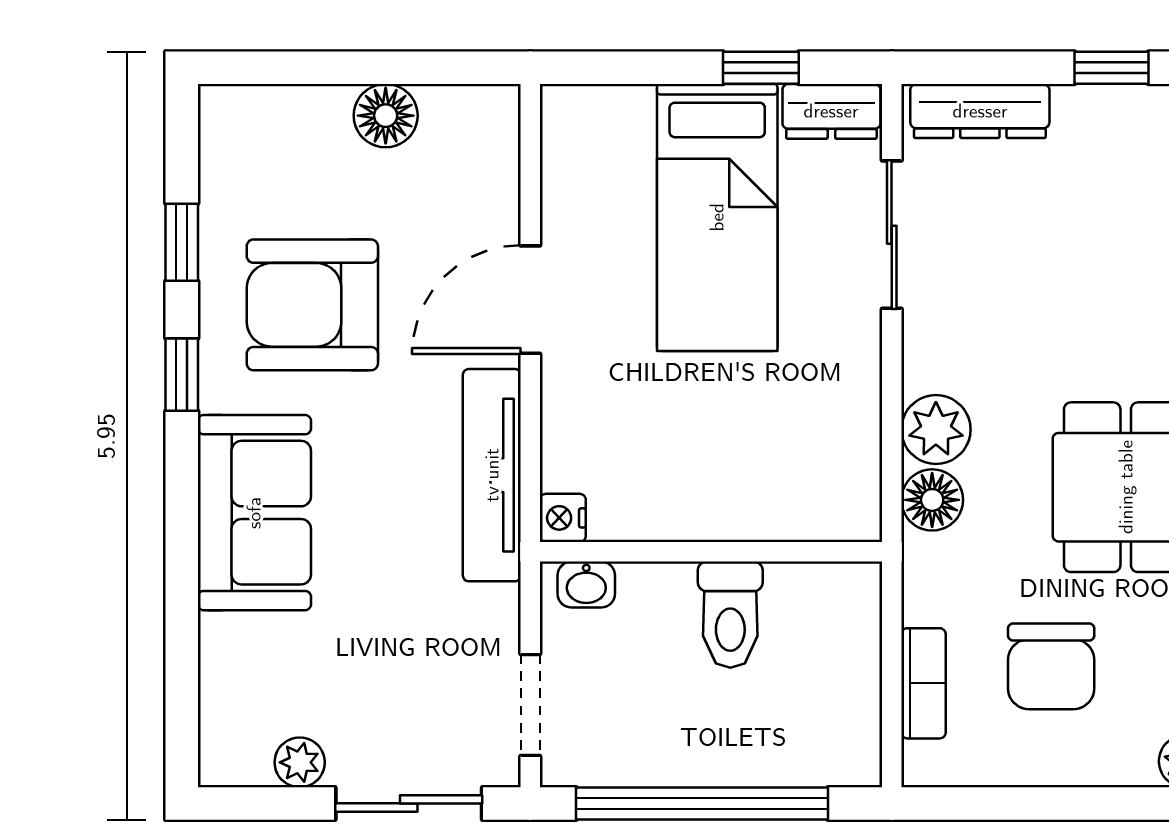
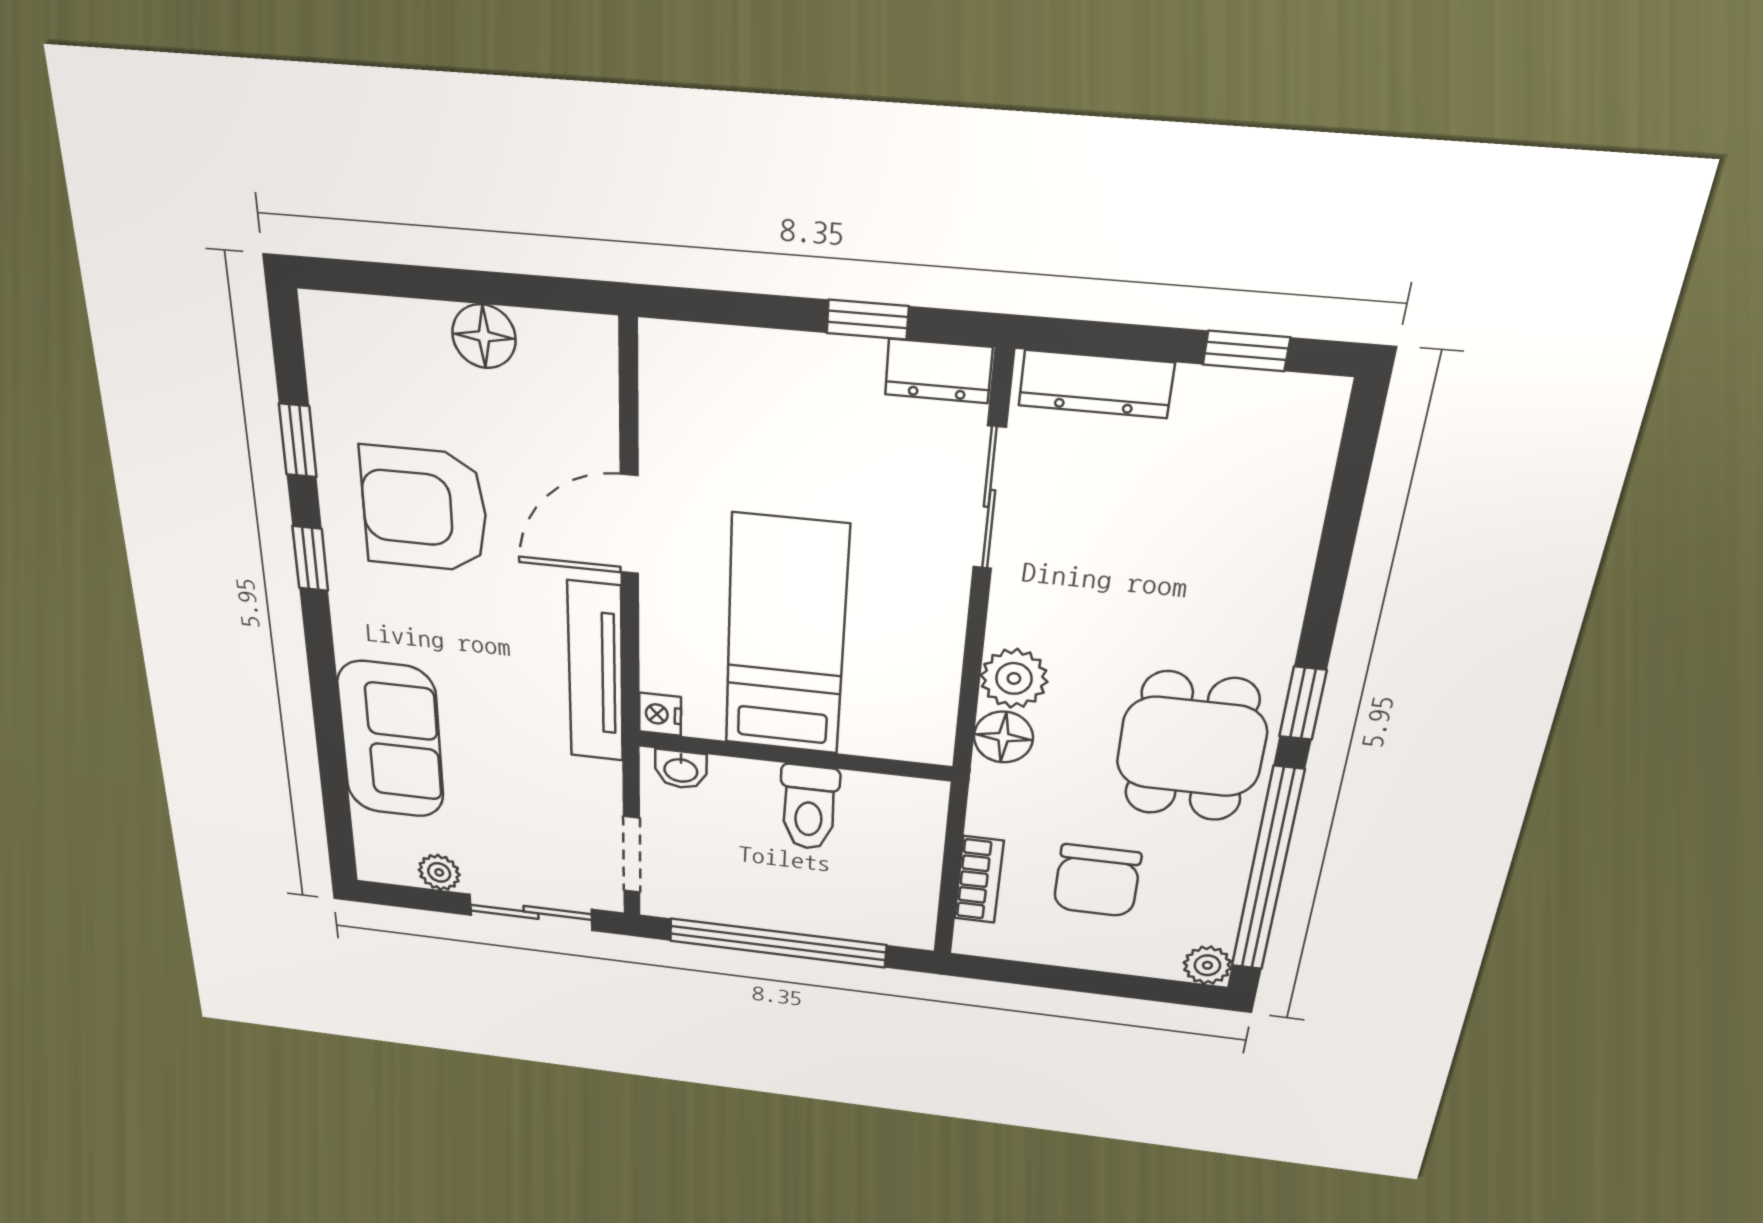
bed: (717, 217) -> (786, 636), moved, turned 180
sofa: (254, 513) -> (391, 740), moved

